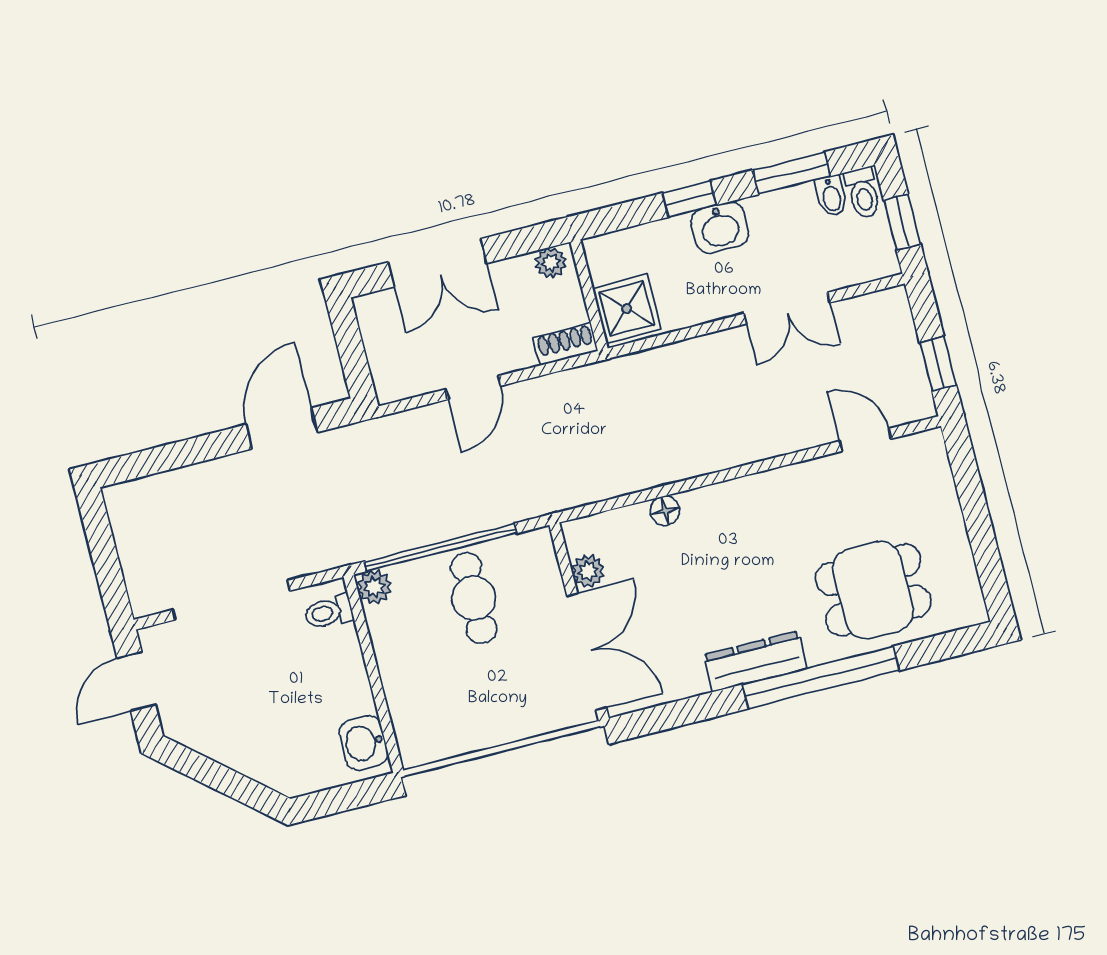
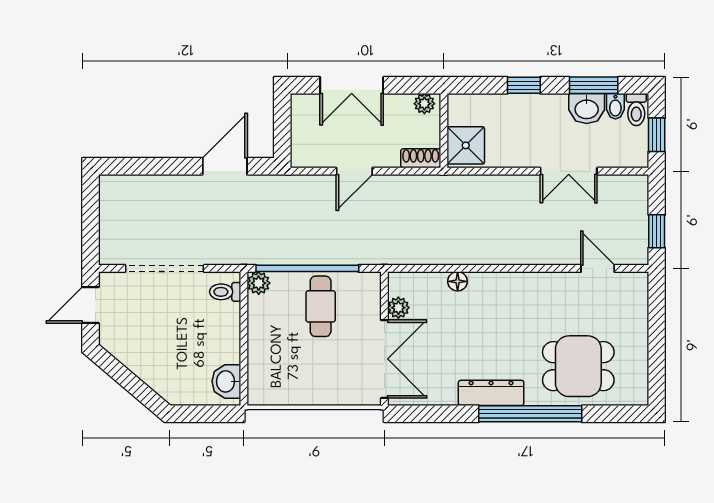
washbasin: (720, 227) -> (587, 108), moved

